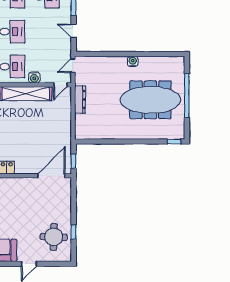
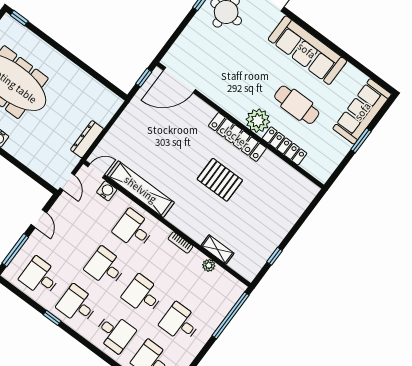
door: (73, 66) -> (67, 182), hinge flipped
water cooler: (34, 78) -> (107, 191), moved

